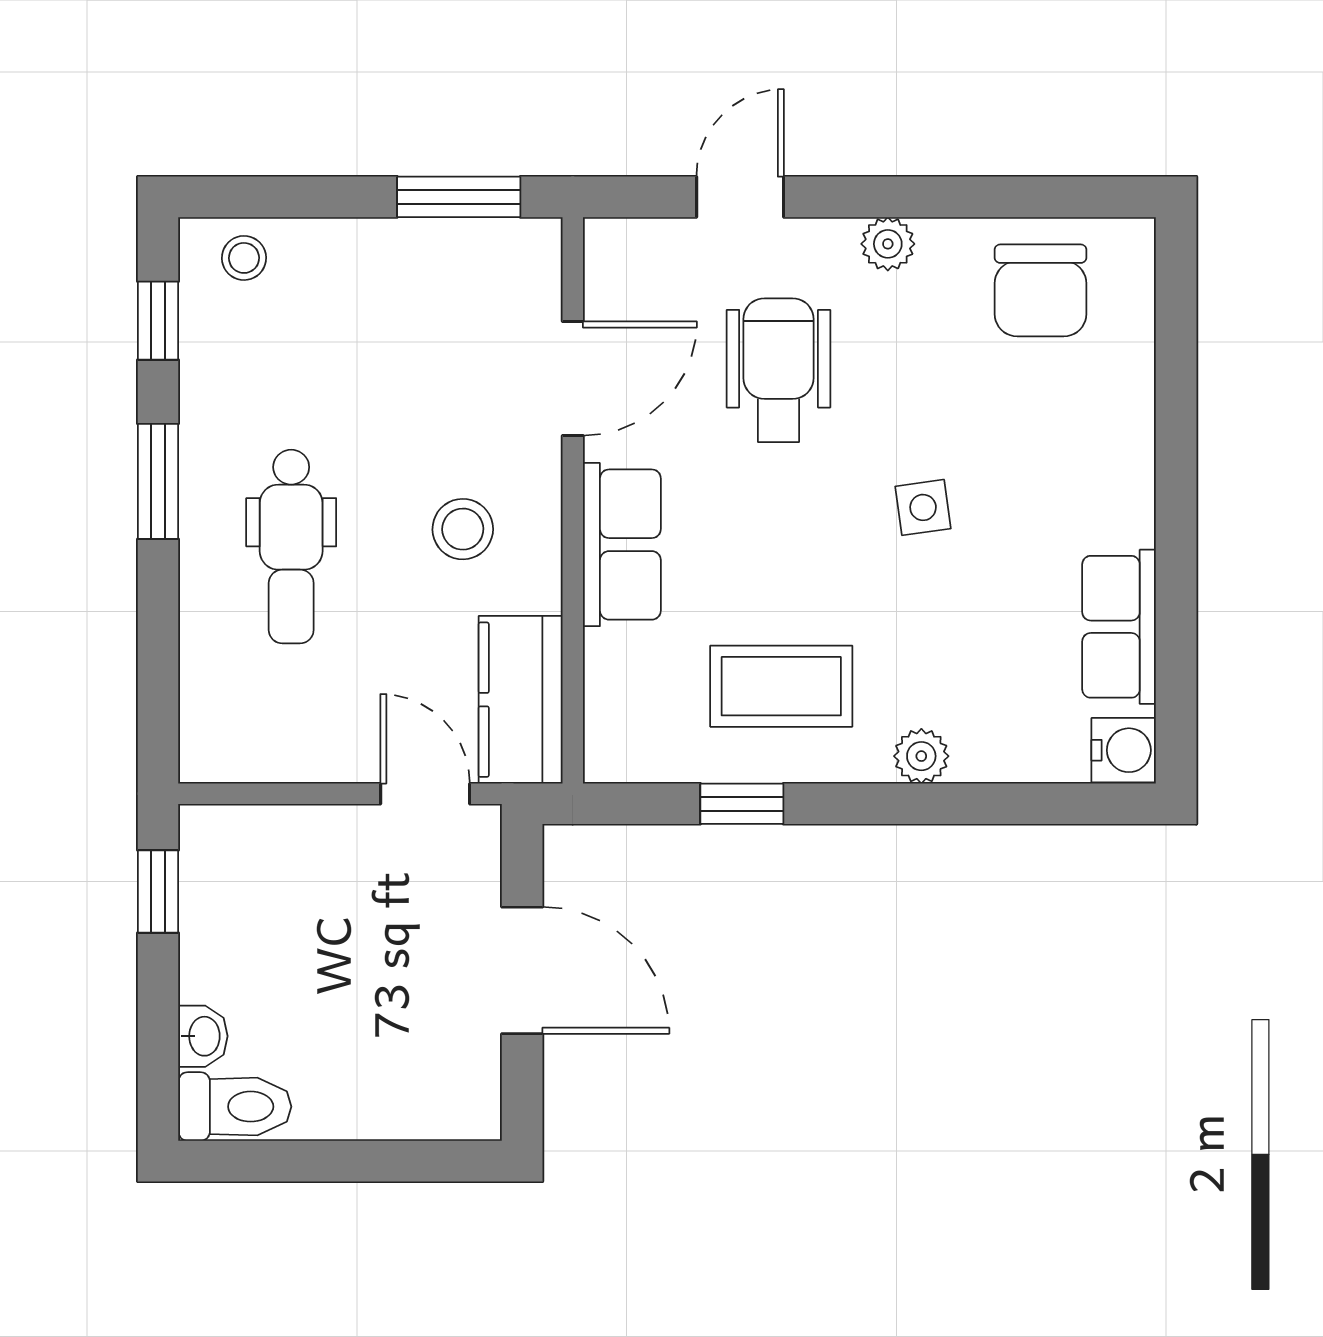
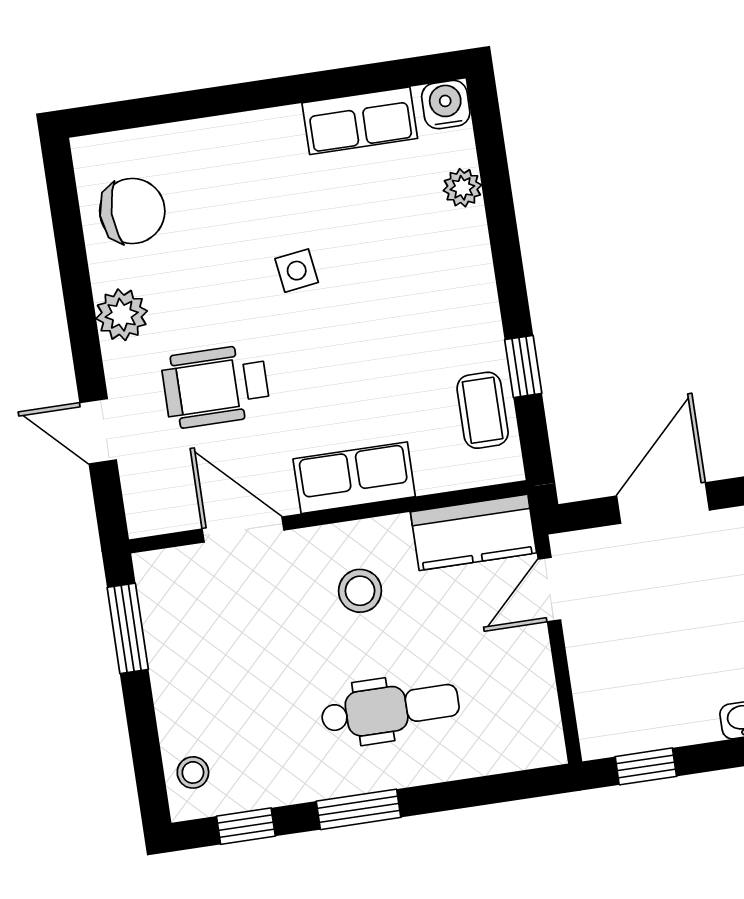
plant: (888, 244) -> (122, 315), width x1.38, depth x1.38
coffee table: (781, 686) -> (483, 410), moved, width x0.73, depth x0.77
plant: (921, 756) -> (462, 188), moved

